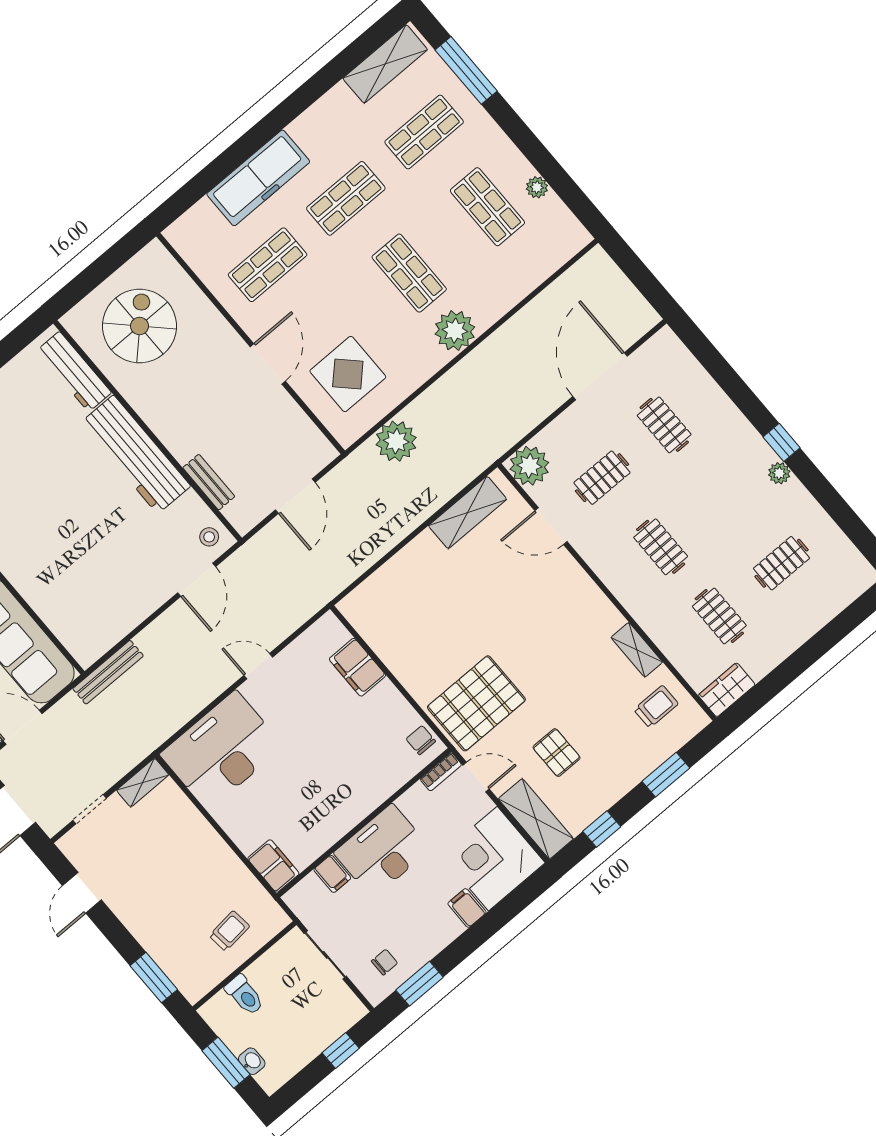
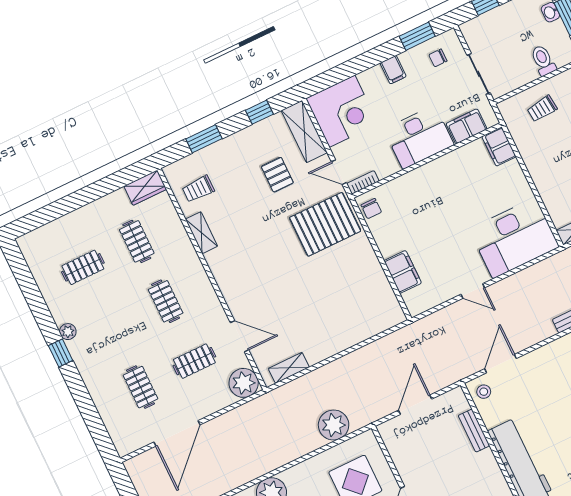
shelving: (468, 512) -> (289, 368), width x0.67, depth x0.75
filing cabinet: (332, 874) -> (467, 126), width x2.00
filing cabinet: (467, 908) -> (393, 70), moved

